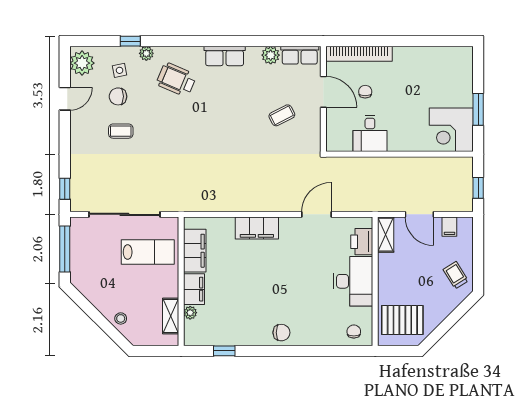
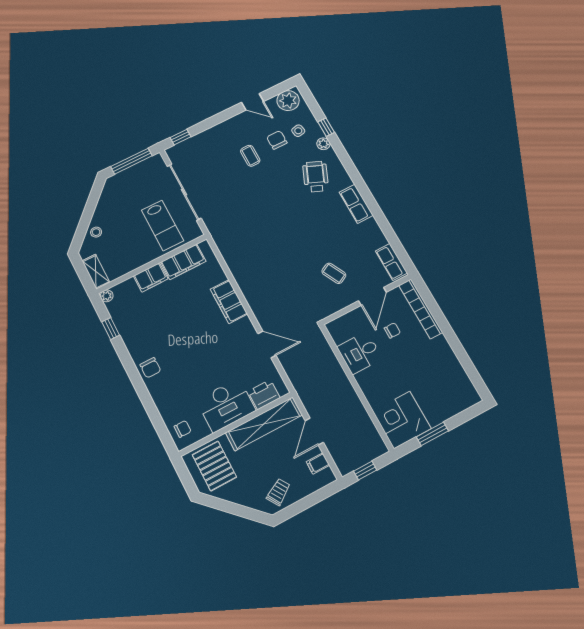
plant: (271, 55) -> (378, 239), removed
shelving: (386, 235) -> (264, 424), width x2.20, depth x1.33
plant: (190, 313) -> (107, 296), moved
shelving: (171, 316) -> (96, 272), moved, turned 90

